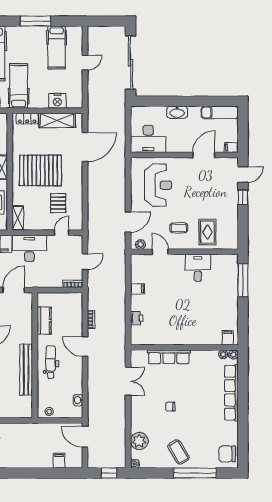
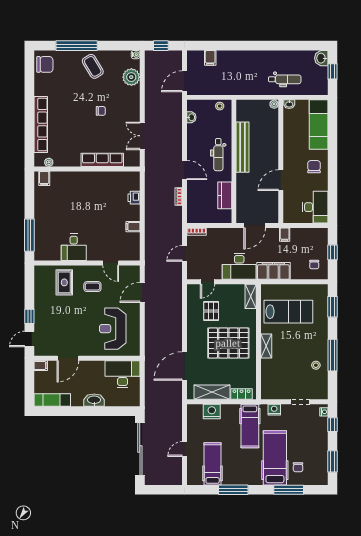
plant: (140, 245) -> (130, 270), removed
plant: (233, 355) -> (39, 162), removed
door: (85, 437) -> (185, 81), swing flipped

